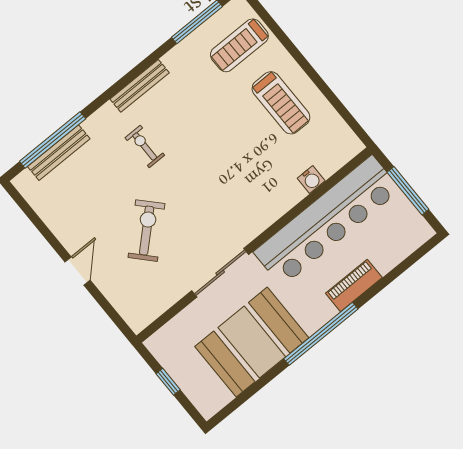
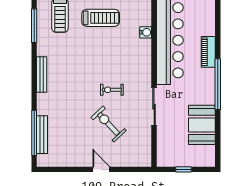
exercise bike: (145, 147) -> (112, 90), moved
booth: (252, 342) -> (202, 125), width x0.73, depth x0.70

